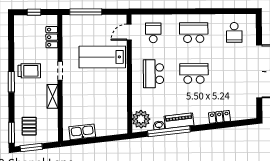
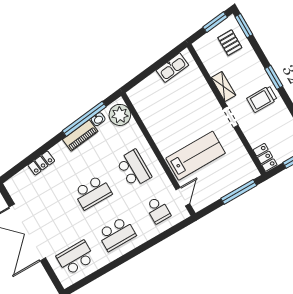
school desk: (234, 32) -> (76, 258), width x1.85
locker: (52, 37) -> (265, 157), moved

